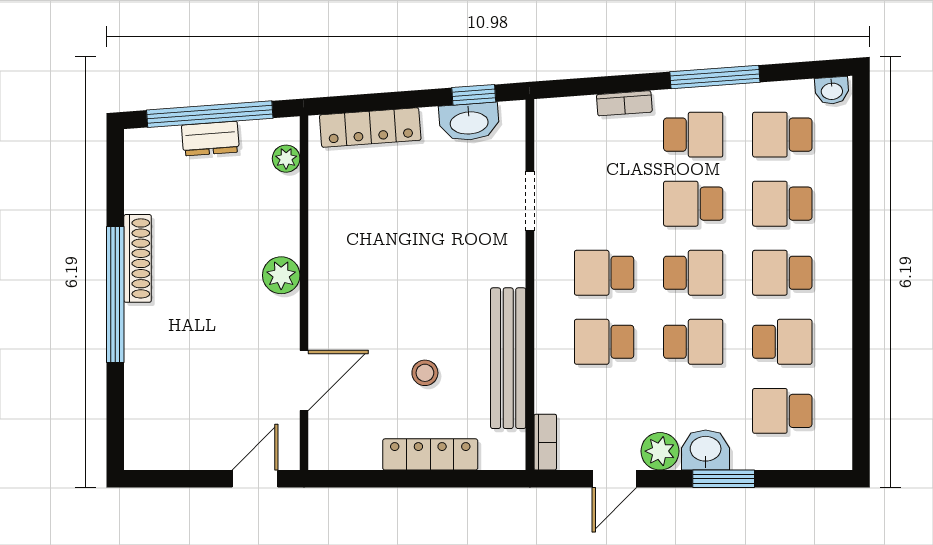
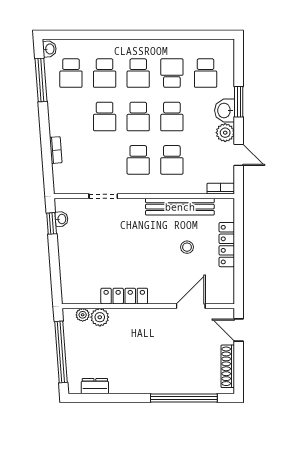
window: (715, 77) -> (41, 80), moved
washbasin: (469, 122) -> (62, 219), width x0.52, depth x0.69
locker: (370, 128) -> (124, 296), moved, turned -86
school desk: (693, 135) -> (71, 116), removed
dresser: (210, 139) -> (95, 386), moved, turned -86
shoe rack: (138, 258) -> (228, 366), moved, turned -90
school desk: (693, 273) -> (138, 116), turned 180
plant: (281, 275) -> (100, 317), moved
window: (115, 295) -> (184, 398), moved
school desk: (693, 342) -> (172, 116), turned 180
door: (304, 381) -> (191, 306), hinge flipped

